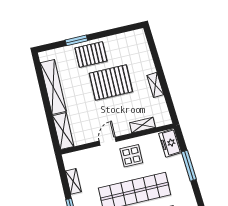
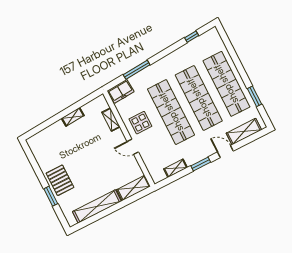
pallet: (111, 82) -> (80, 157), removed

